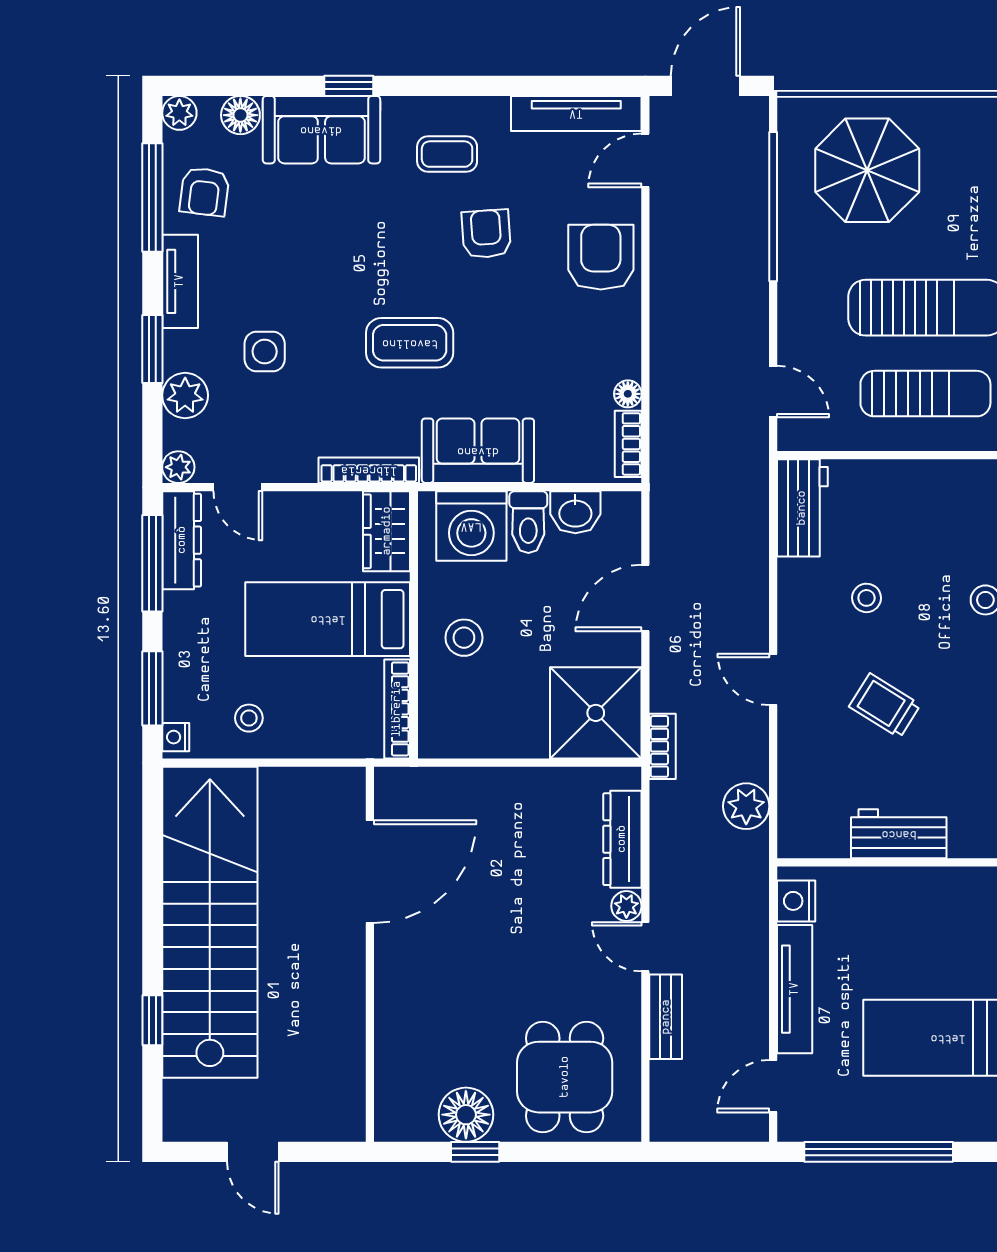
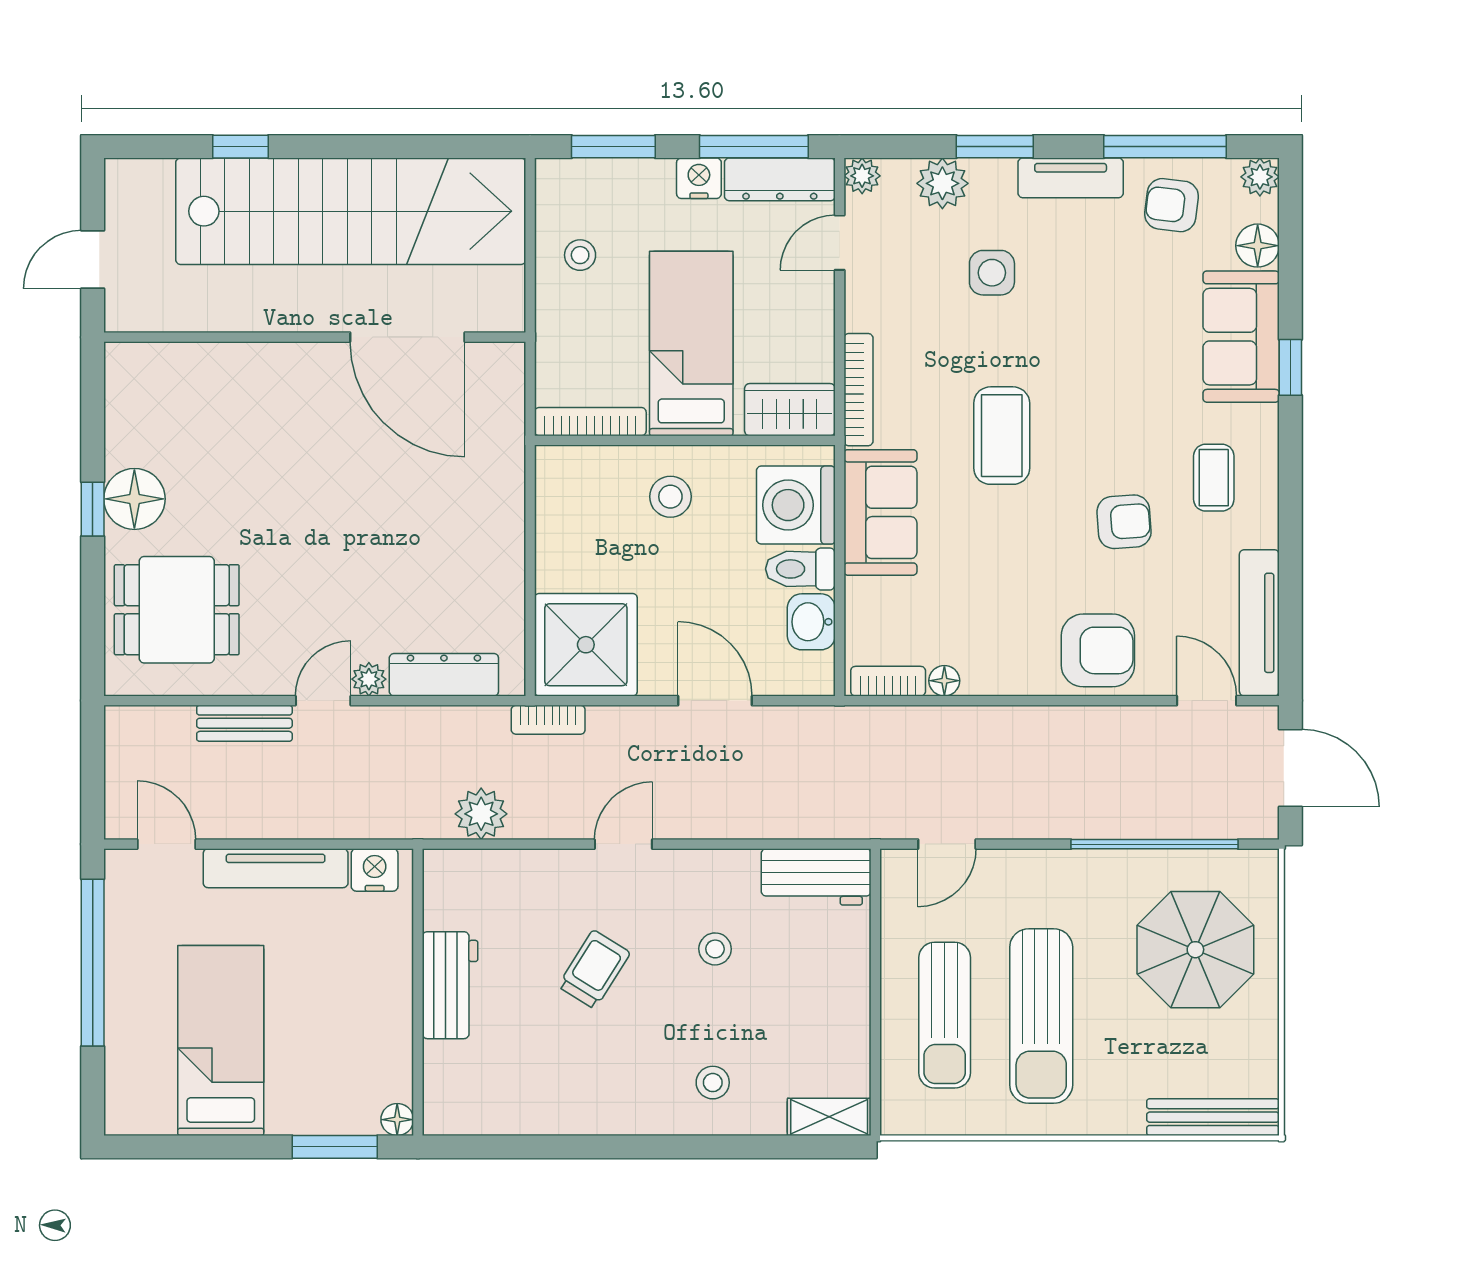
nightstand: (176, 737) -> (699, 178), moved, width x1.39, depth x1.35
door: (370, 872) -> (407, 337), moved
wall: (370, 954) -> (315, 337), moved

